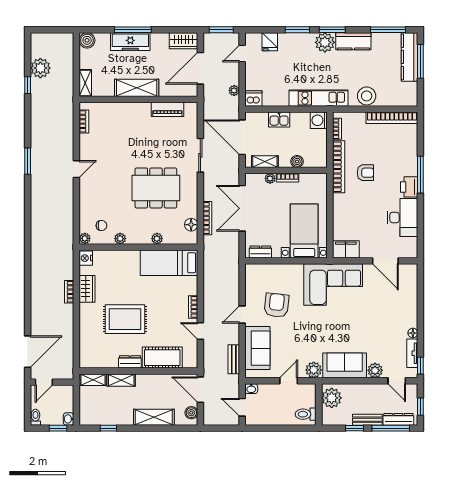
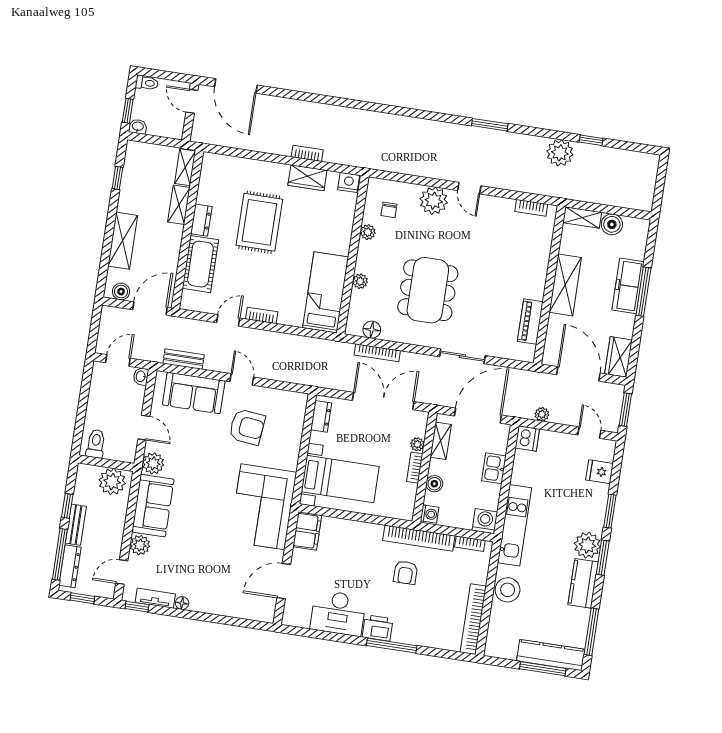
boiler: (87, 40) -> (612, 224), moved
plant: (40, 68) -> (560, 153), moved
washing machine: (320, 162) -> (430, 514), added
plant: (85, 238) -> (434, 201), moved, width x1.87, depth x1.87

